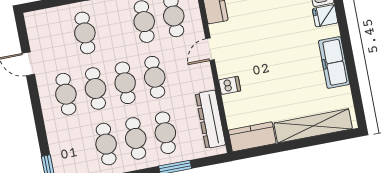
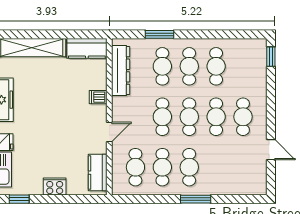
cafe table: (85, 33) -> (189, 167), moved

